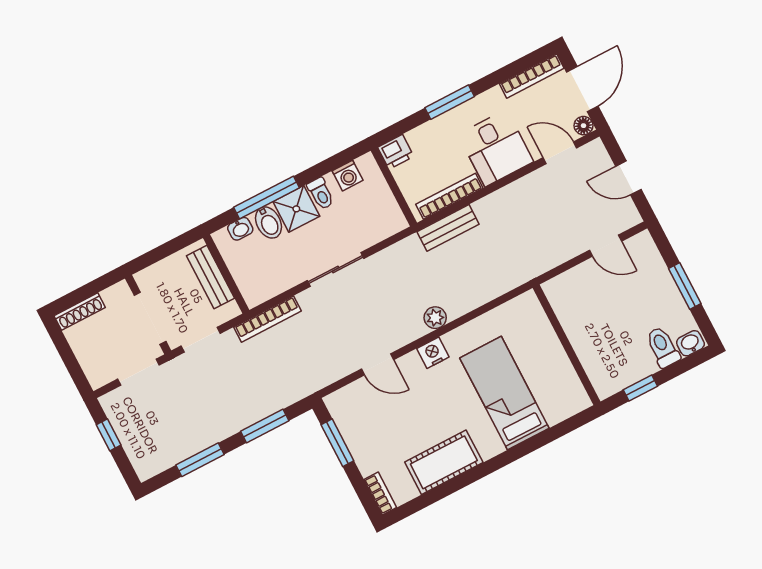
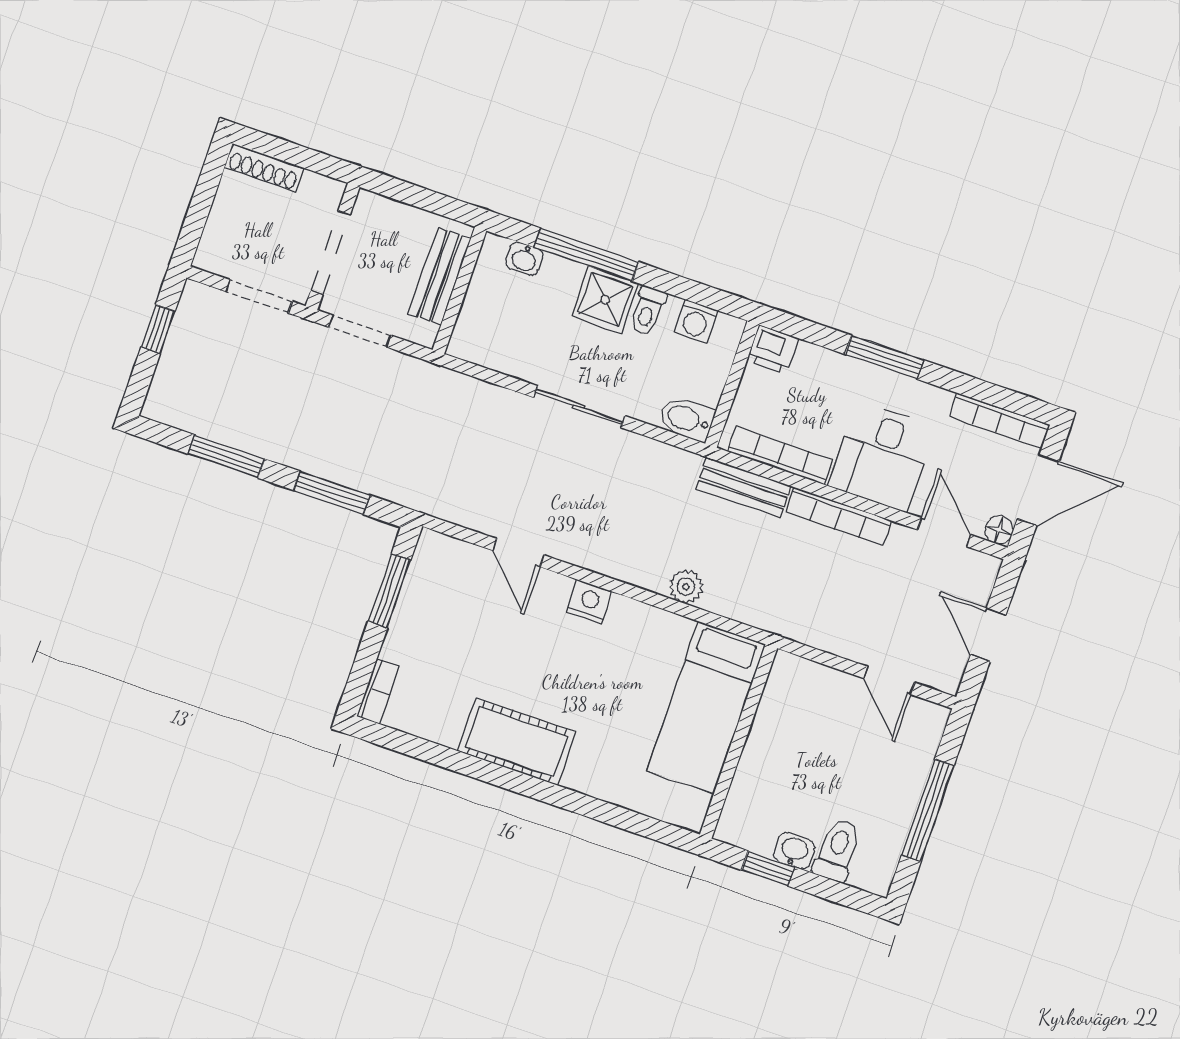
bidet: (269, 223) -> (687, 419), moved, turned 90
window: (685, 286) -> (928, 810), width x1.44
plant: (435, 318) -> (686, 587), moved
bookcase: (268, 319) -> (839, 516), moved
washbasin: (690, 343) -> (794, 851), moved
bed: (504, 393) -> (706, 707), moved, turned 180
cot: (444, 462) -> (517, 742), moved

